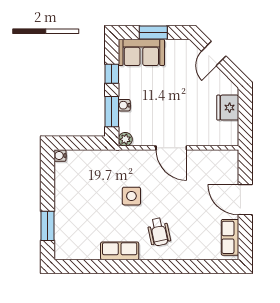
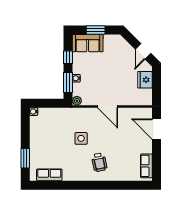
door: (214, 54) -> (143, 51), moved
door: (245, 200) -> (157, 129), moved
row of seats: (120, 251) -> (49, 175), moved

